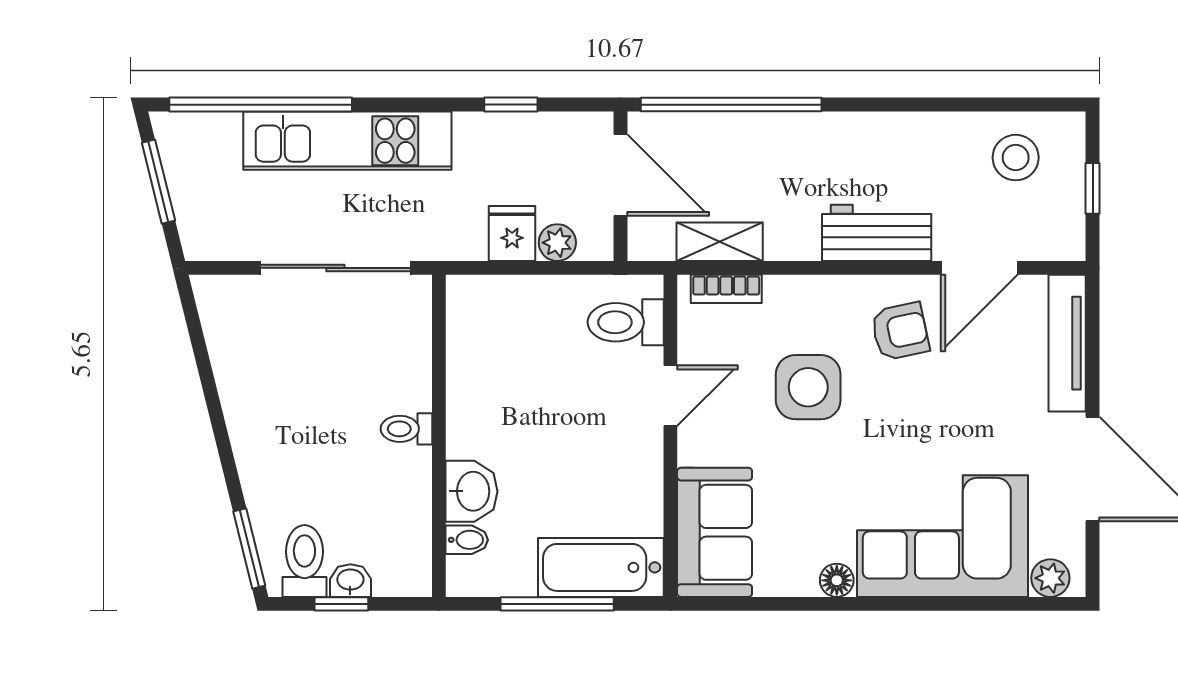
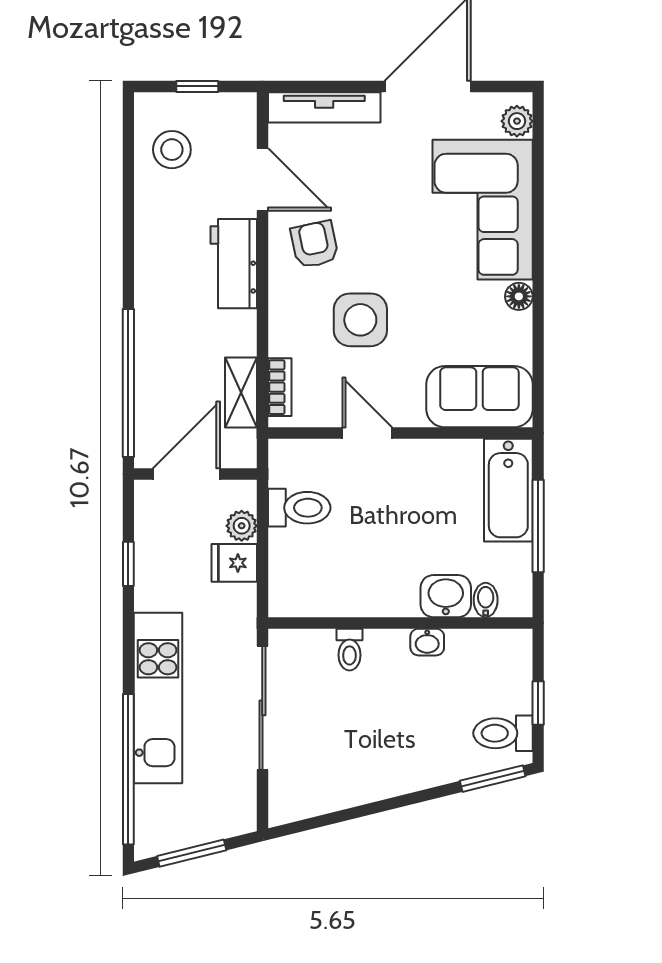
toilet: (626, 322) -> (299, 508), moved, turned -90
toilet: (406, 429) -> (349, 650), moved
washbasin: (350, 581) -> (427, 642), moved, turned -90

